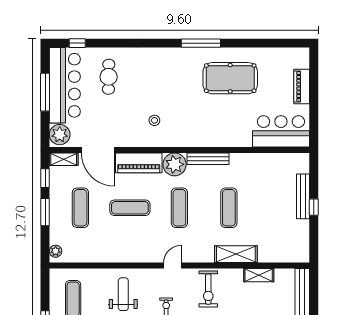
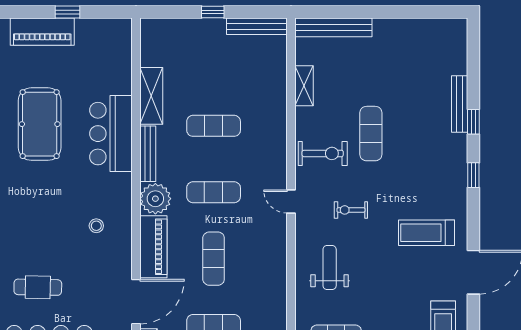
piano: (302, 86) -> (42, 32), width x1.37, depth x1.33
window: (314, 99) -> (67, 12), added
bar counter: (281, 131) -> (111, 134), moved
bench: (303, 196) -> (257, 26), moved
shelving: (236, 254) -> (151, 96), moved
weight bench: (123, 294) -> (330, 268), turned 90

